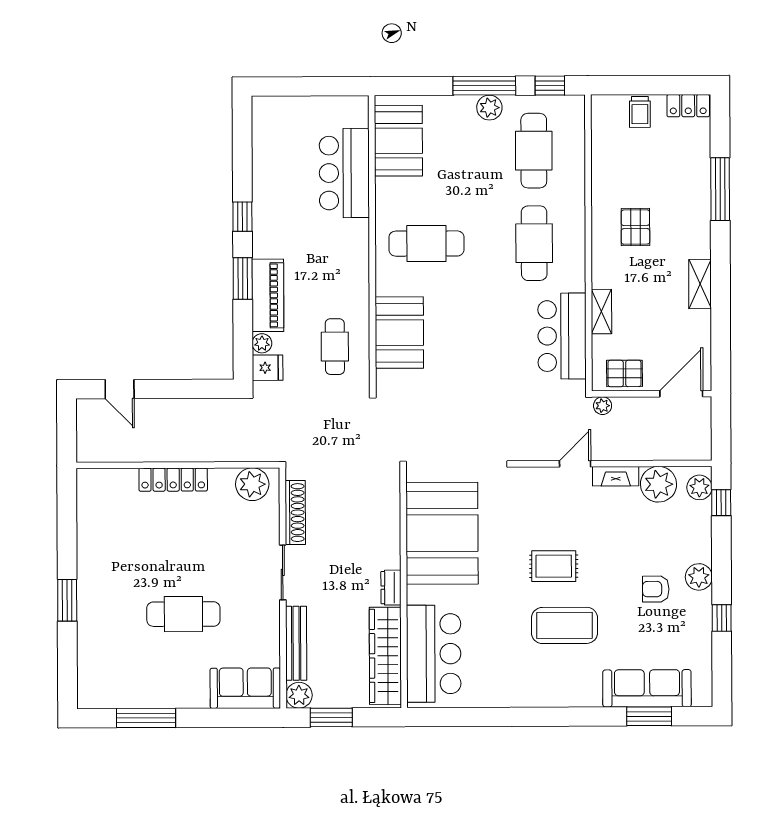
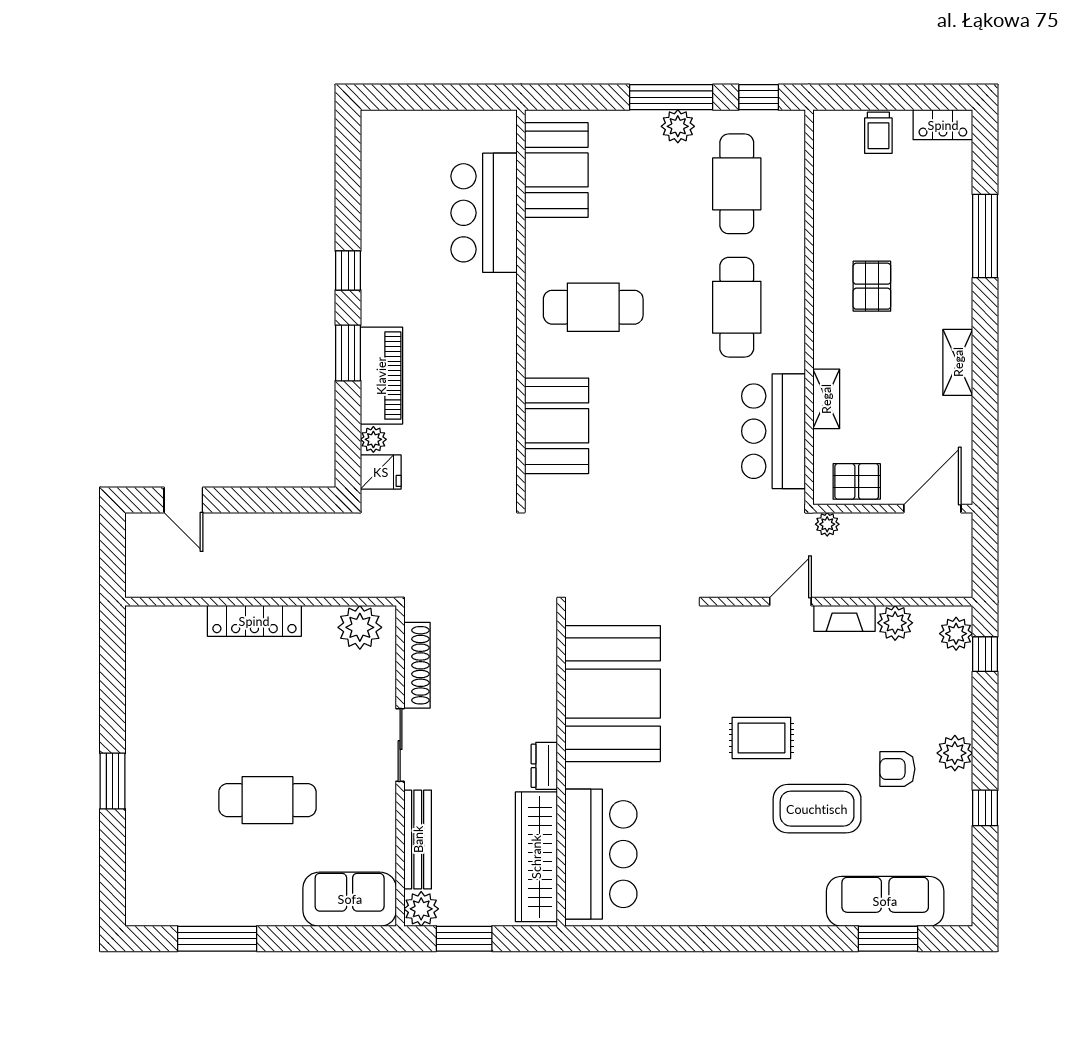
cafe table: (335, 347) -> (471, 444), removed
plant: (658, 484) -> (895, 623), width x0.73, depth x0.73
coffee table: (565, 625) -> (817, 809), moved

